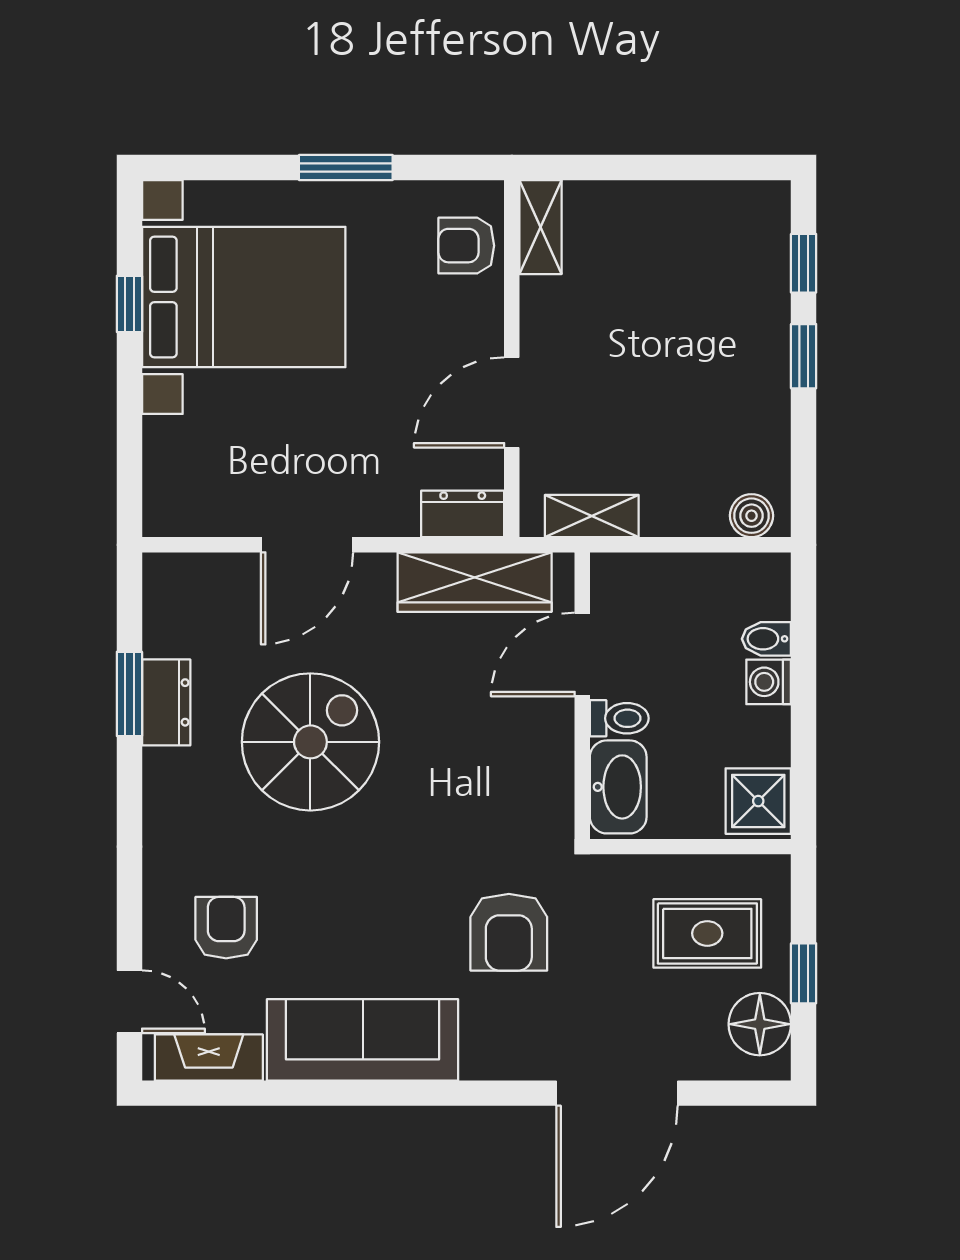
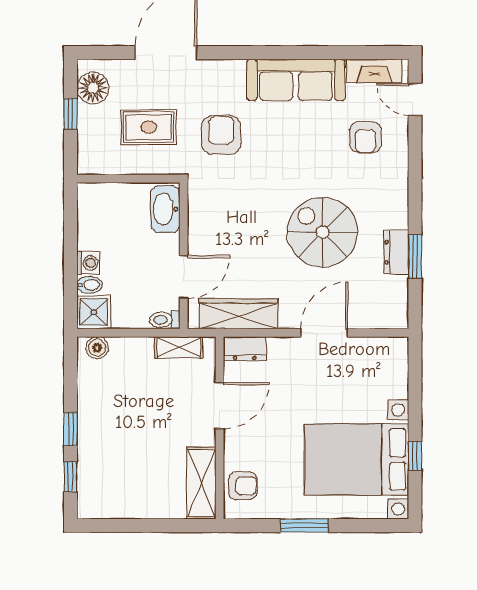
shelving: (540, 227) -> (201, 483), width x1.50, depth x1.33
toilet: (619, 718) -> (165, 320), moved
spiral stairs: (310, 742) -> (322, 232), turned 90
shower: (758, 801) -> (94, 312), moved
rug: (707, 933) -> (149, 127), moved

